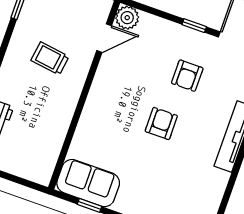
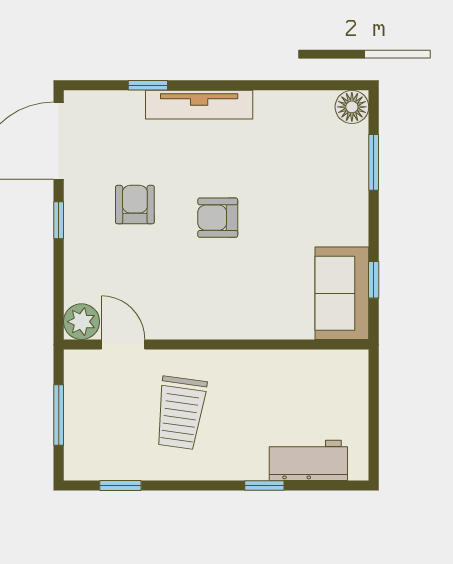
trolley: (50, 58) -> (180, 413), width x1.36, depth x1.39
armchair: (187, 76) -> (135, 205), turned -90

